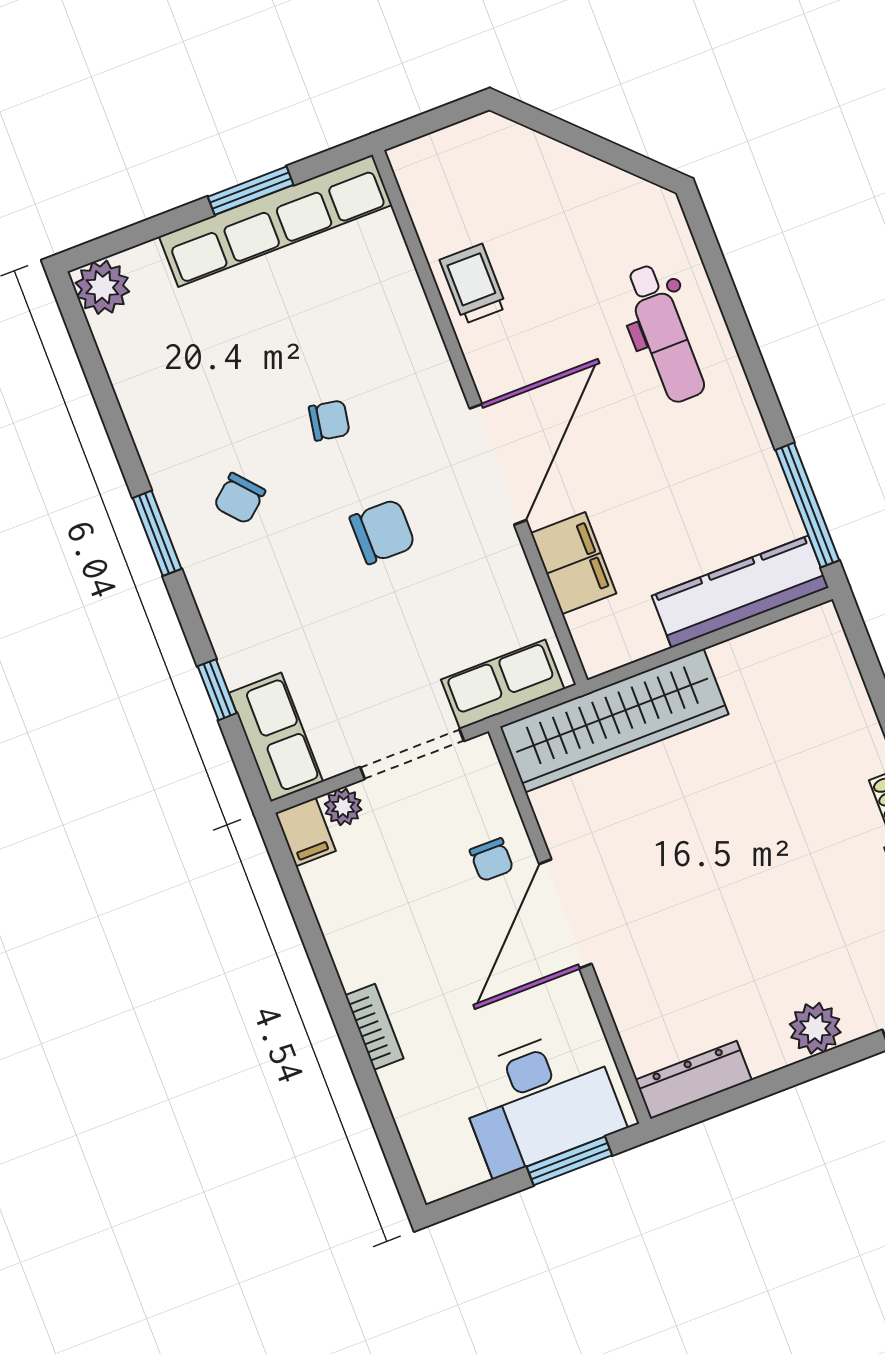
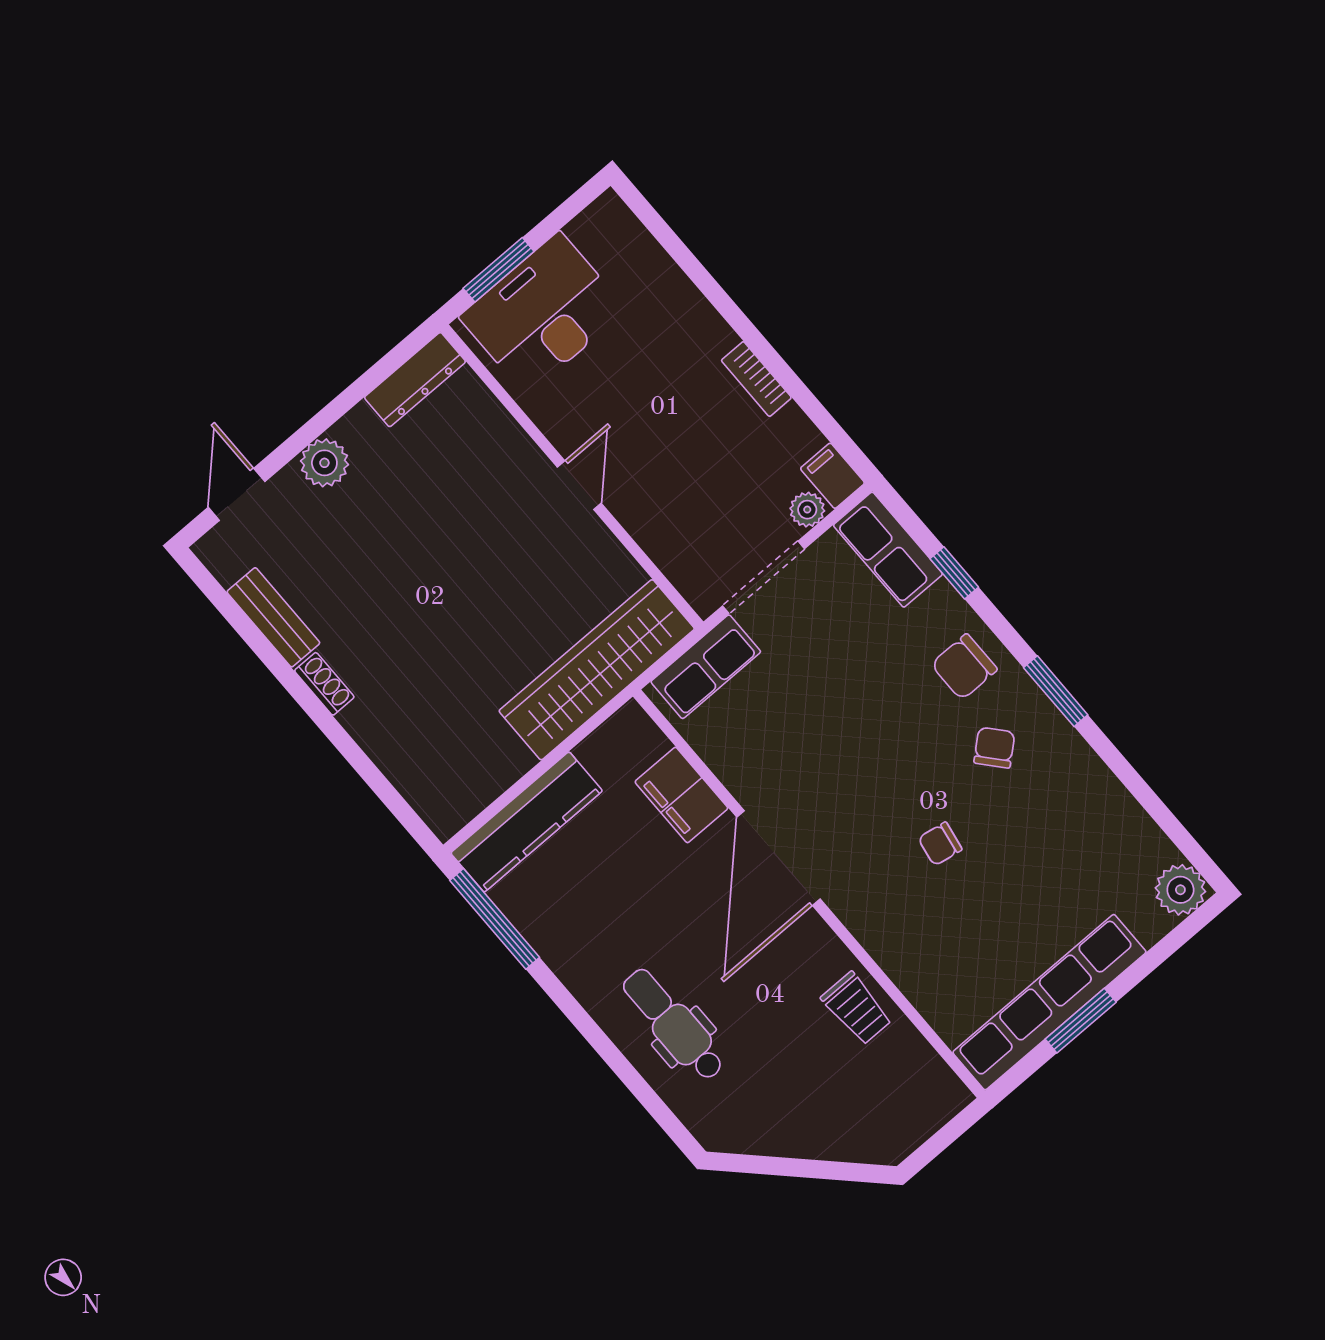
chair: (382, 532) -> (964, 667), moved
chair: (492, 860) -> (661, 509), removed
door: (565, 914) -> (579, 485), width x0.53
bookcase: (374, 1027) -> (756, 379), moved

